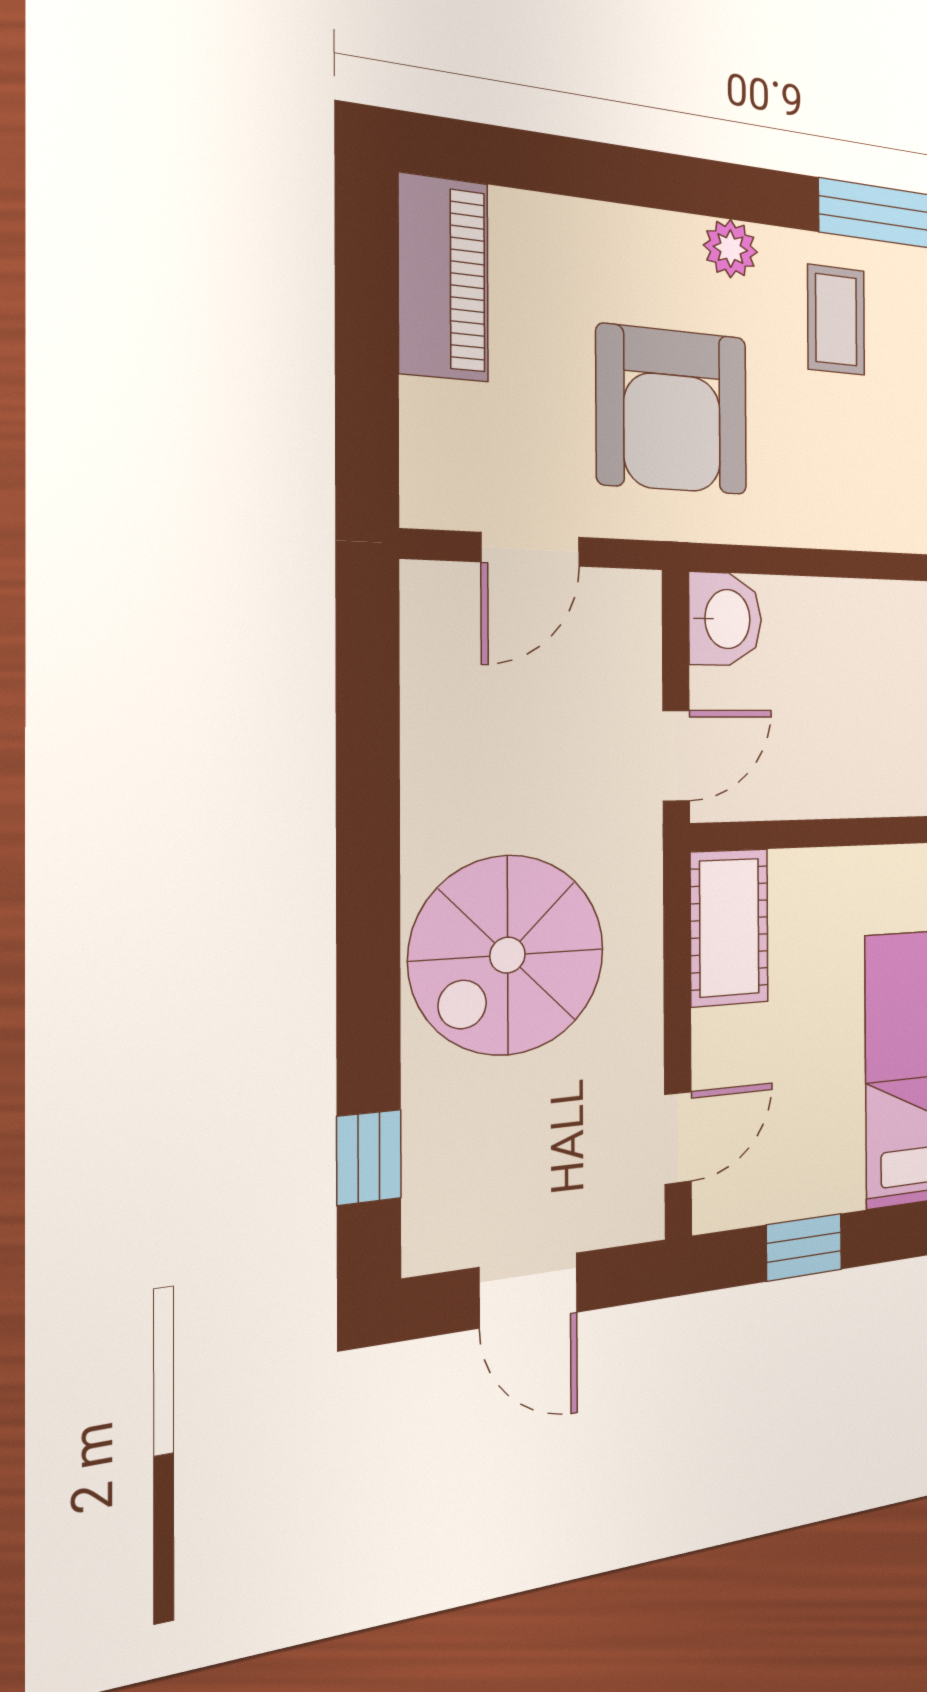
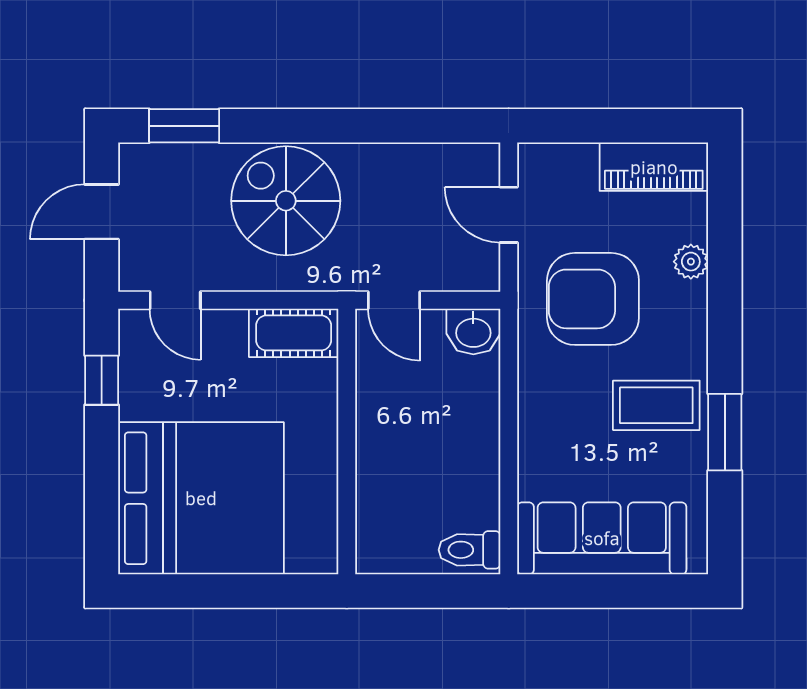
plant: (730, 249) -> (691, 262), moved
coffee table: (836, 320) -> (656, 405), width x1.36, depth x1.30
window: (369, 1157) -> (184, 126), width x1.50

